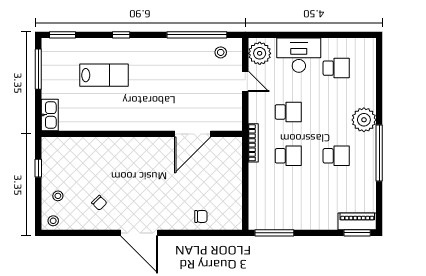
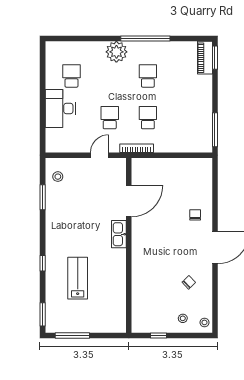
window: (197, 35) -> (43, 197), width x0.47
plant: (260, 53) -> (59, 143), removed
door: (245, 81) -> (100, 155), moved
kitchen sink: (50, 115) -> (119, 234), moved, turned -90
door: (193, 134) -> (129, 201), hinge flipped
chair: (201, 216) -> (195, 215), moved

